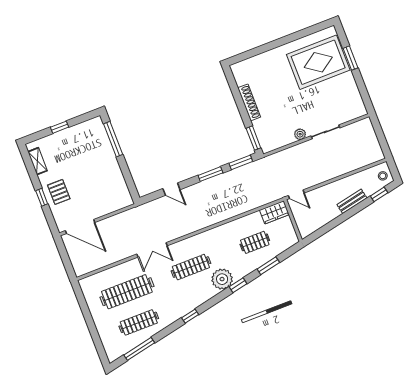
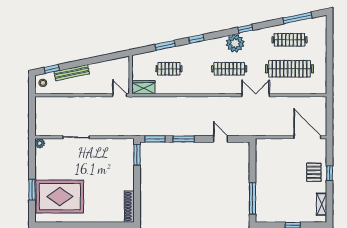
shoe rack: (249, 102) -> (129, 207), moved
plant: (300, 134) -> (40, 143), moved
bench: (352, 201) -> (72, 73), width x1.36
plant: (222, 279) -> (235, 43), moved

